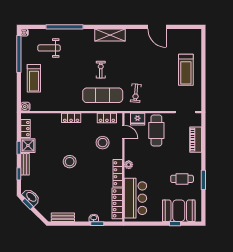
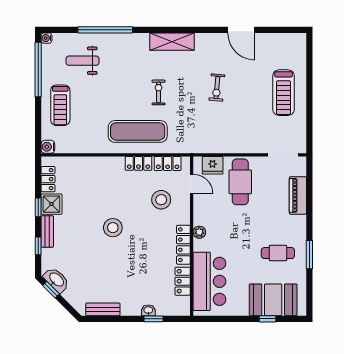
exercise bike: (136, 93) -> (217, 88), moved
exercise mat: (103, 95) -> (138, 131), moved
locker: (71, 118) -> (139, 163), moved
locker: (117, 203) -> (183, 281), width x0.66

